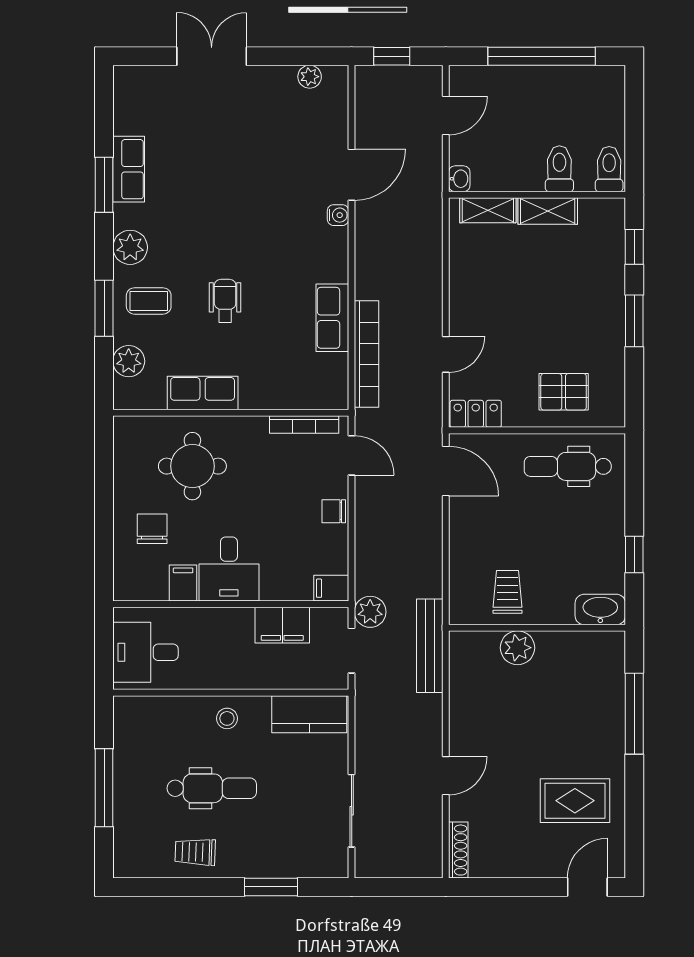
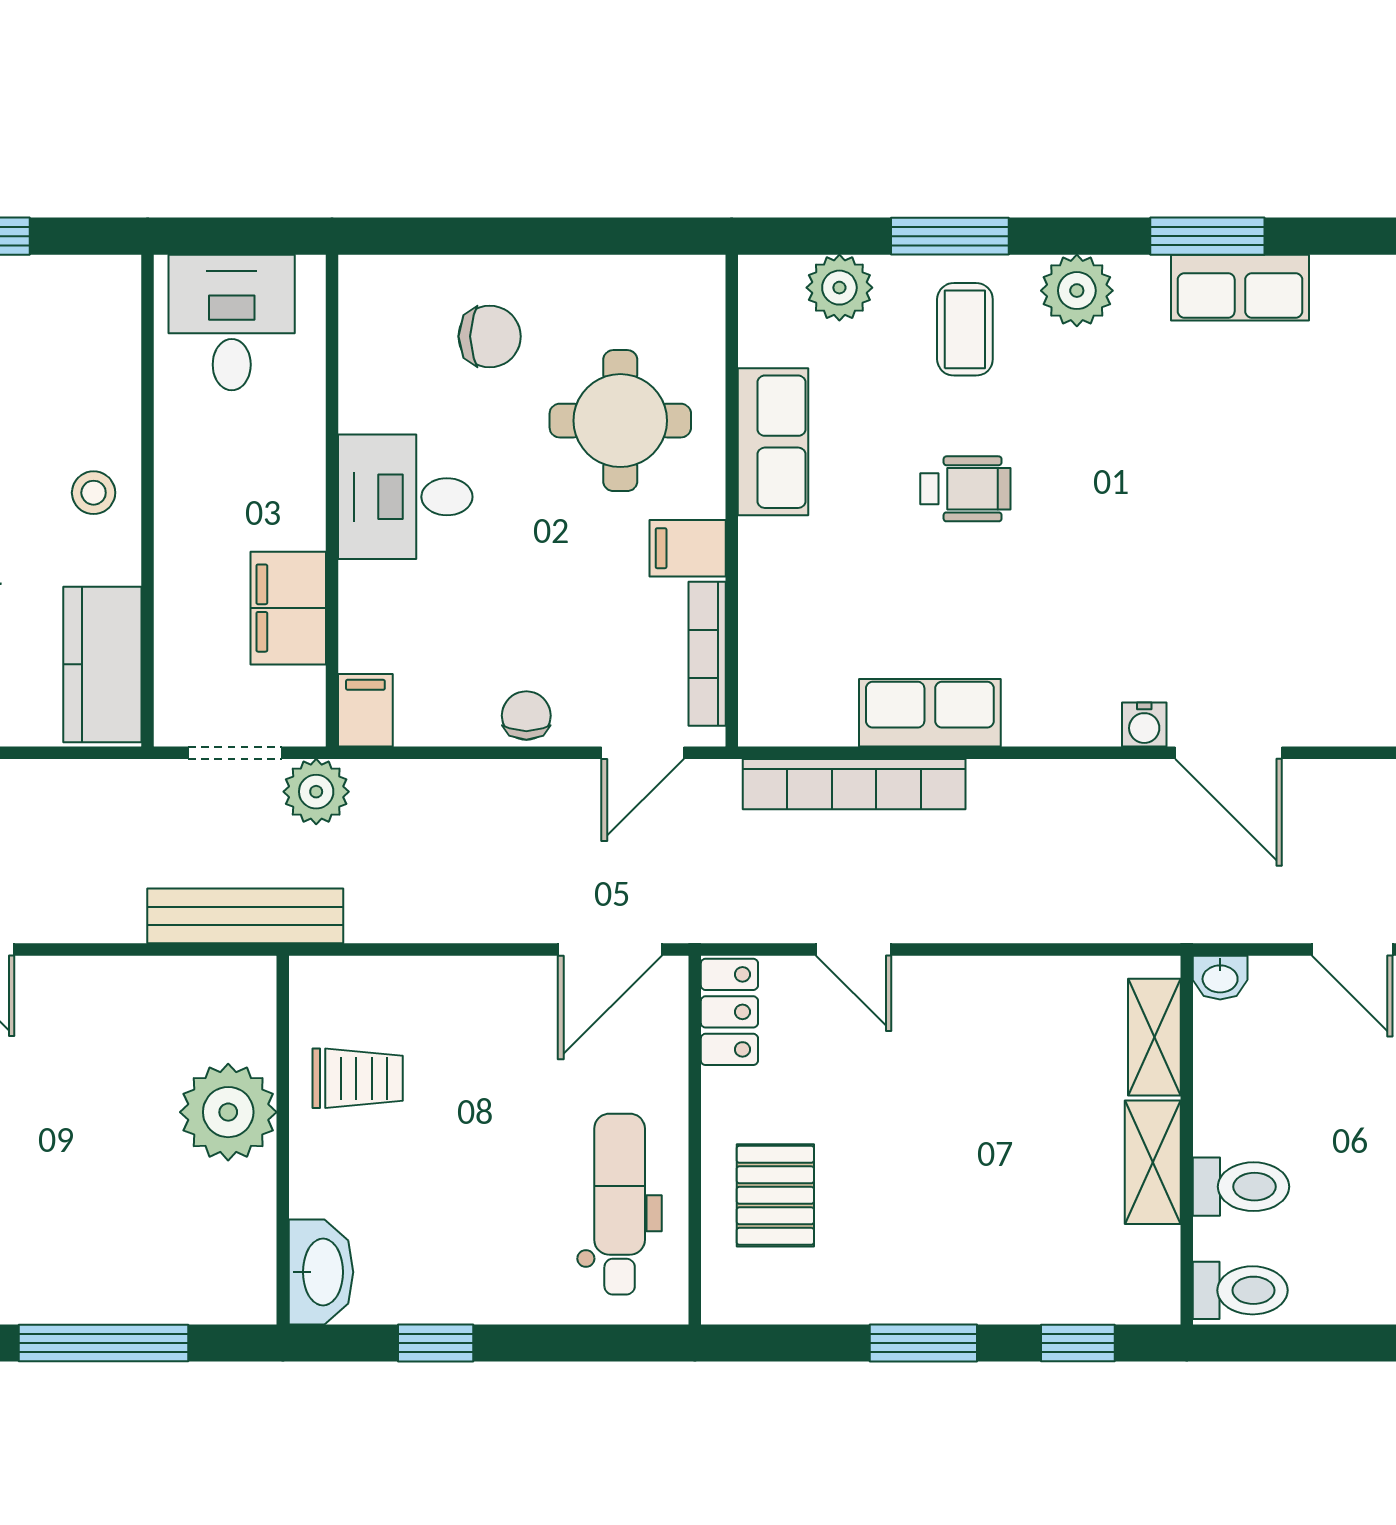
filing cabinet: (183, 583) -> (688, 548), moved, turned 180
plant: (518, 648) -> (228, 1112), width x1.36, depth x1.36

